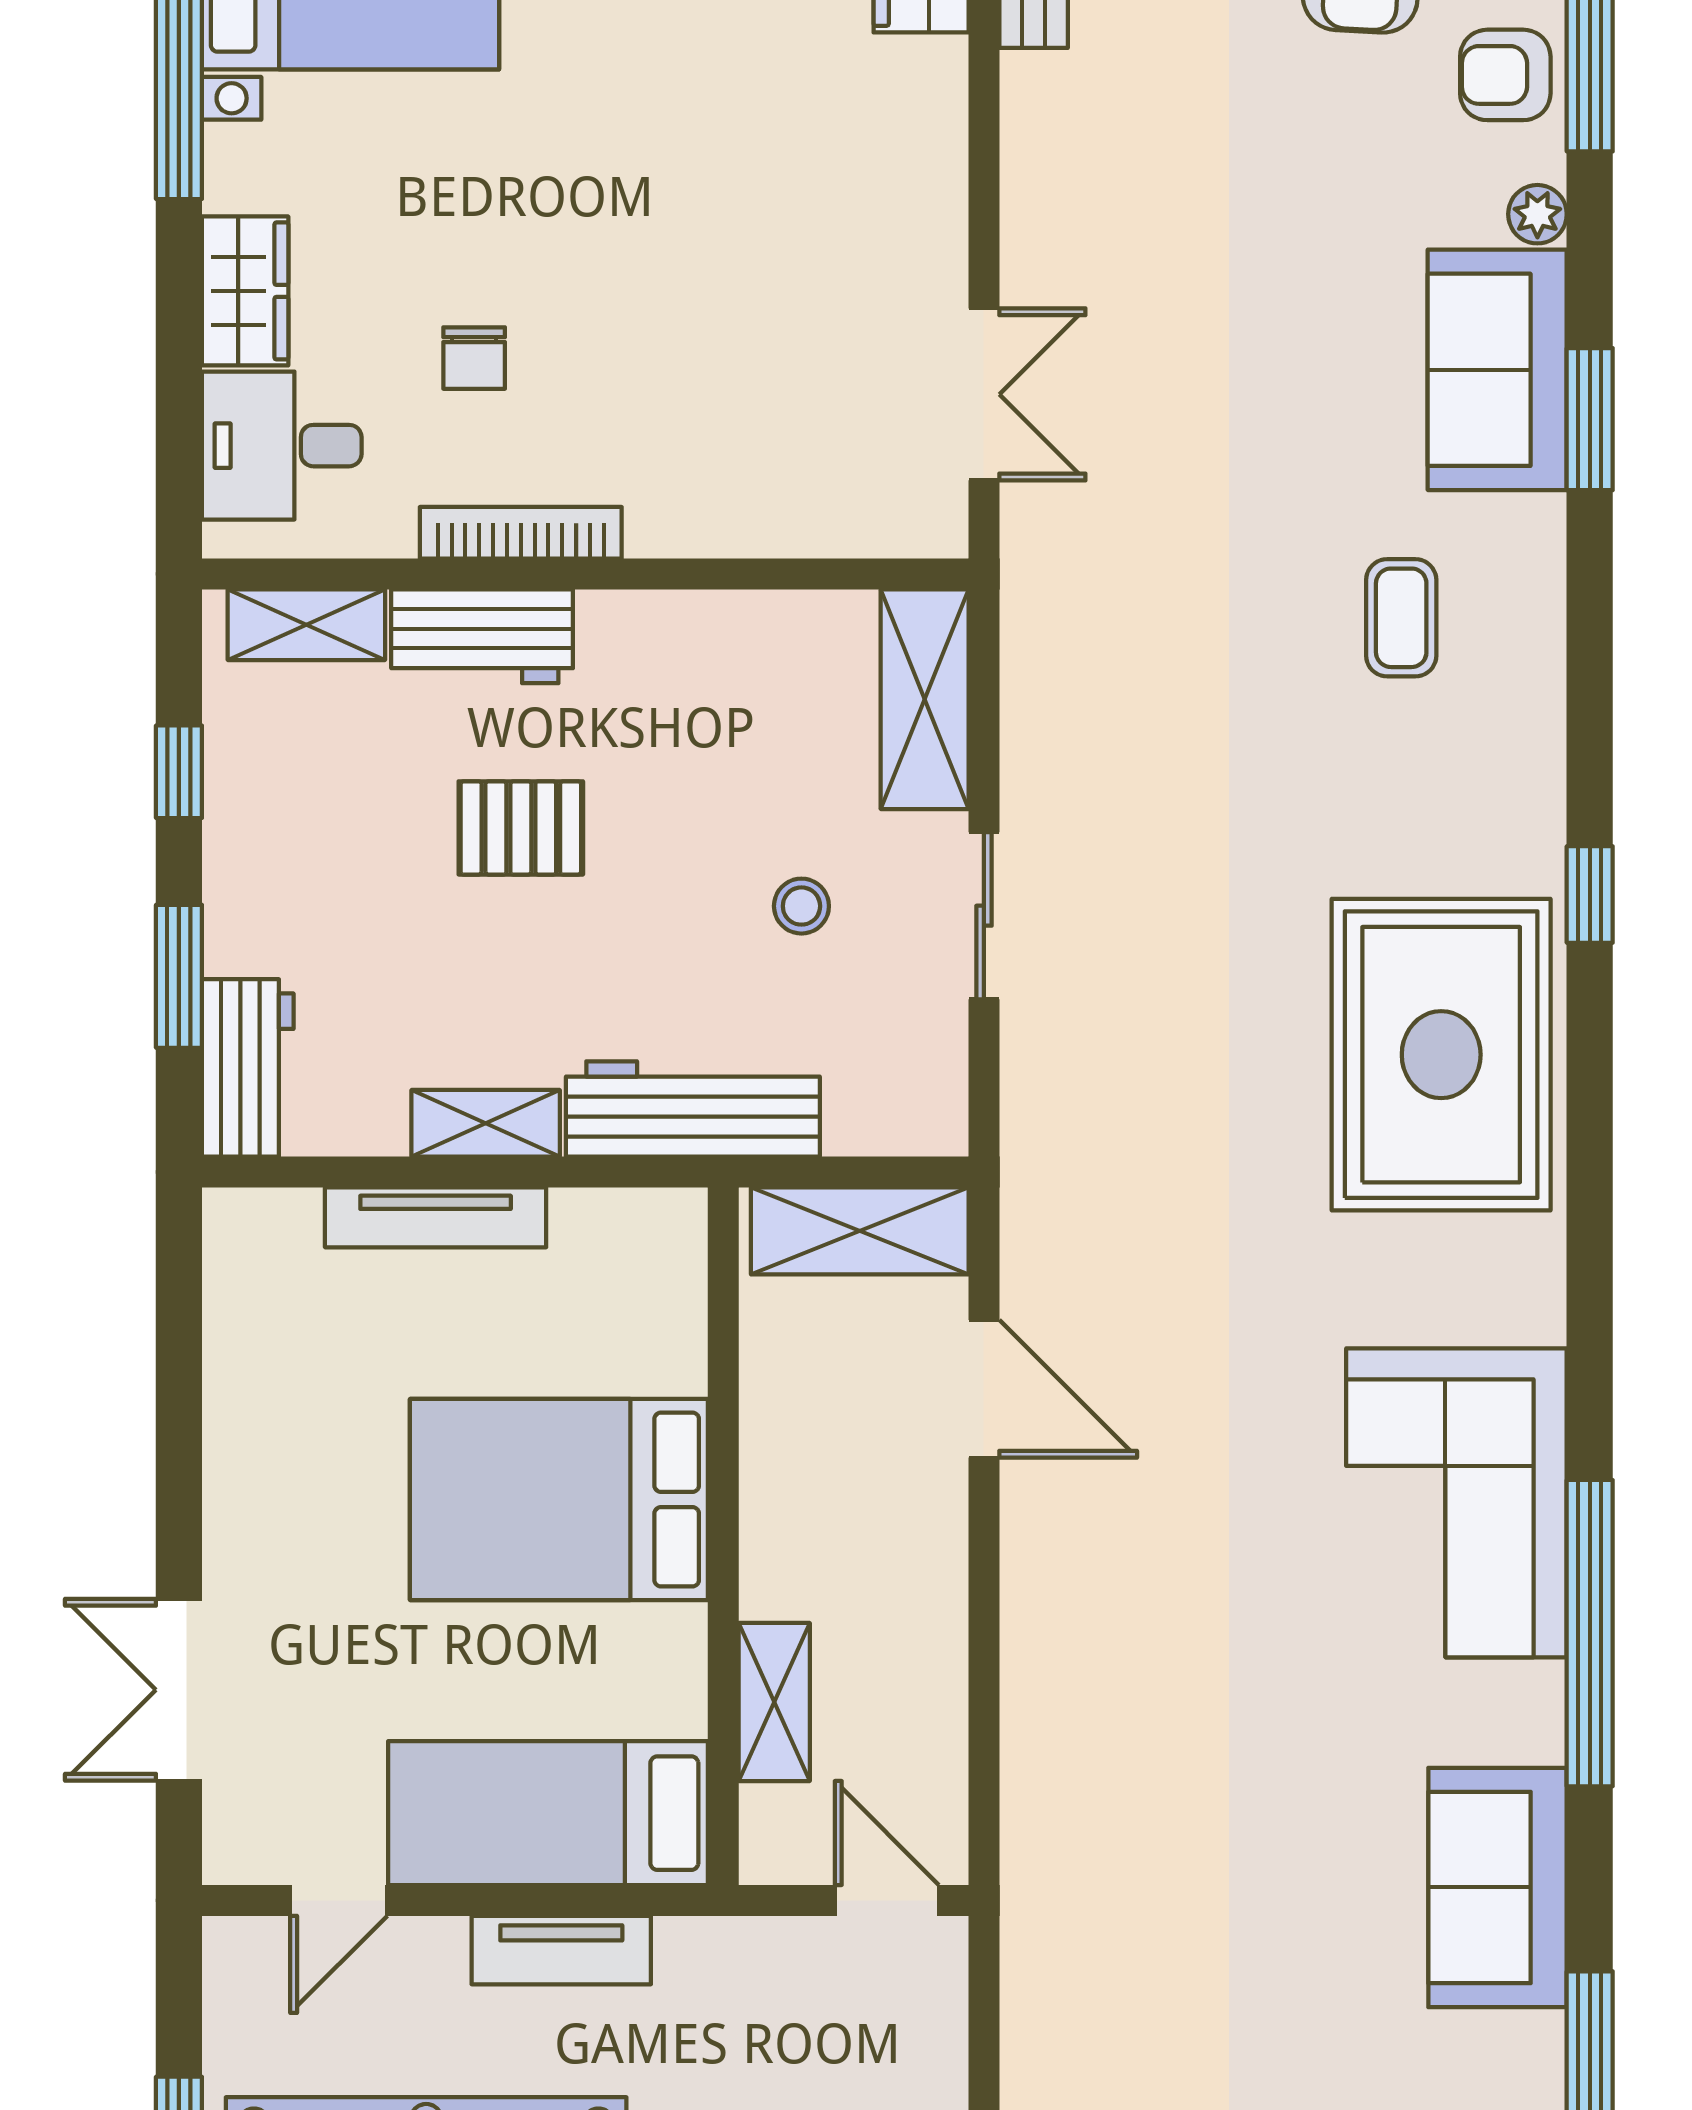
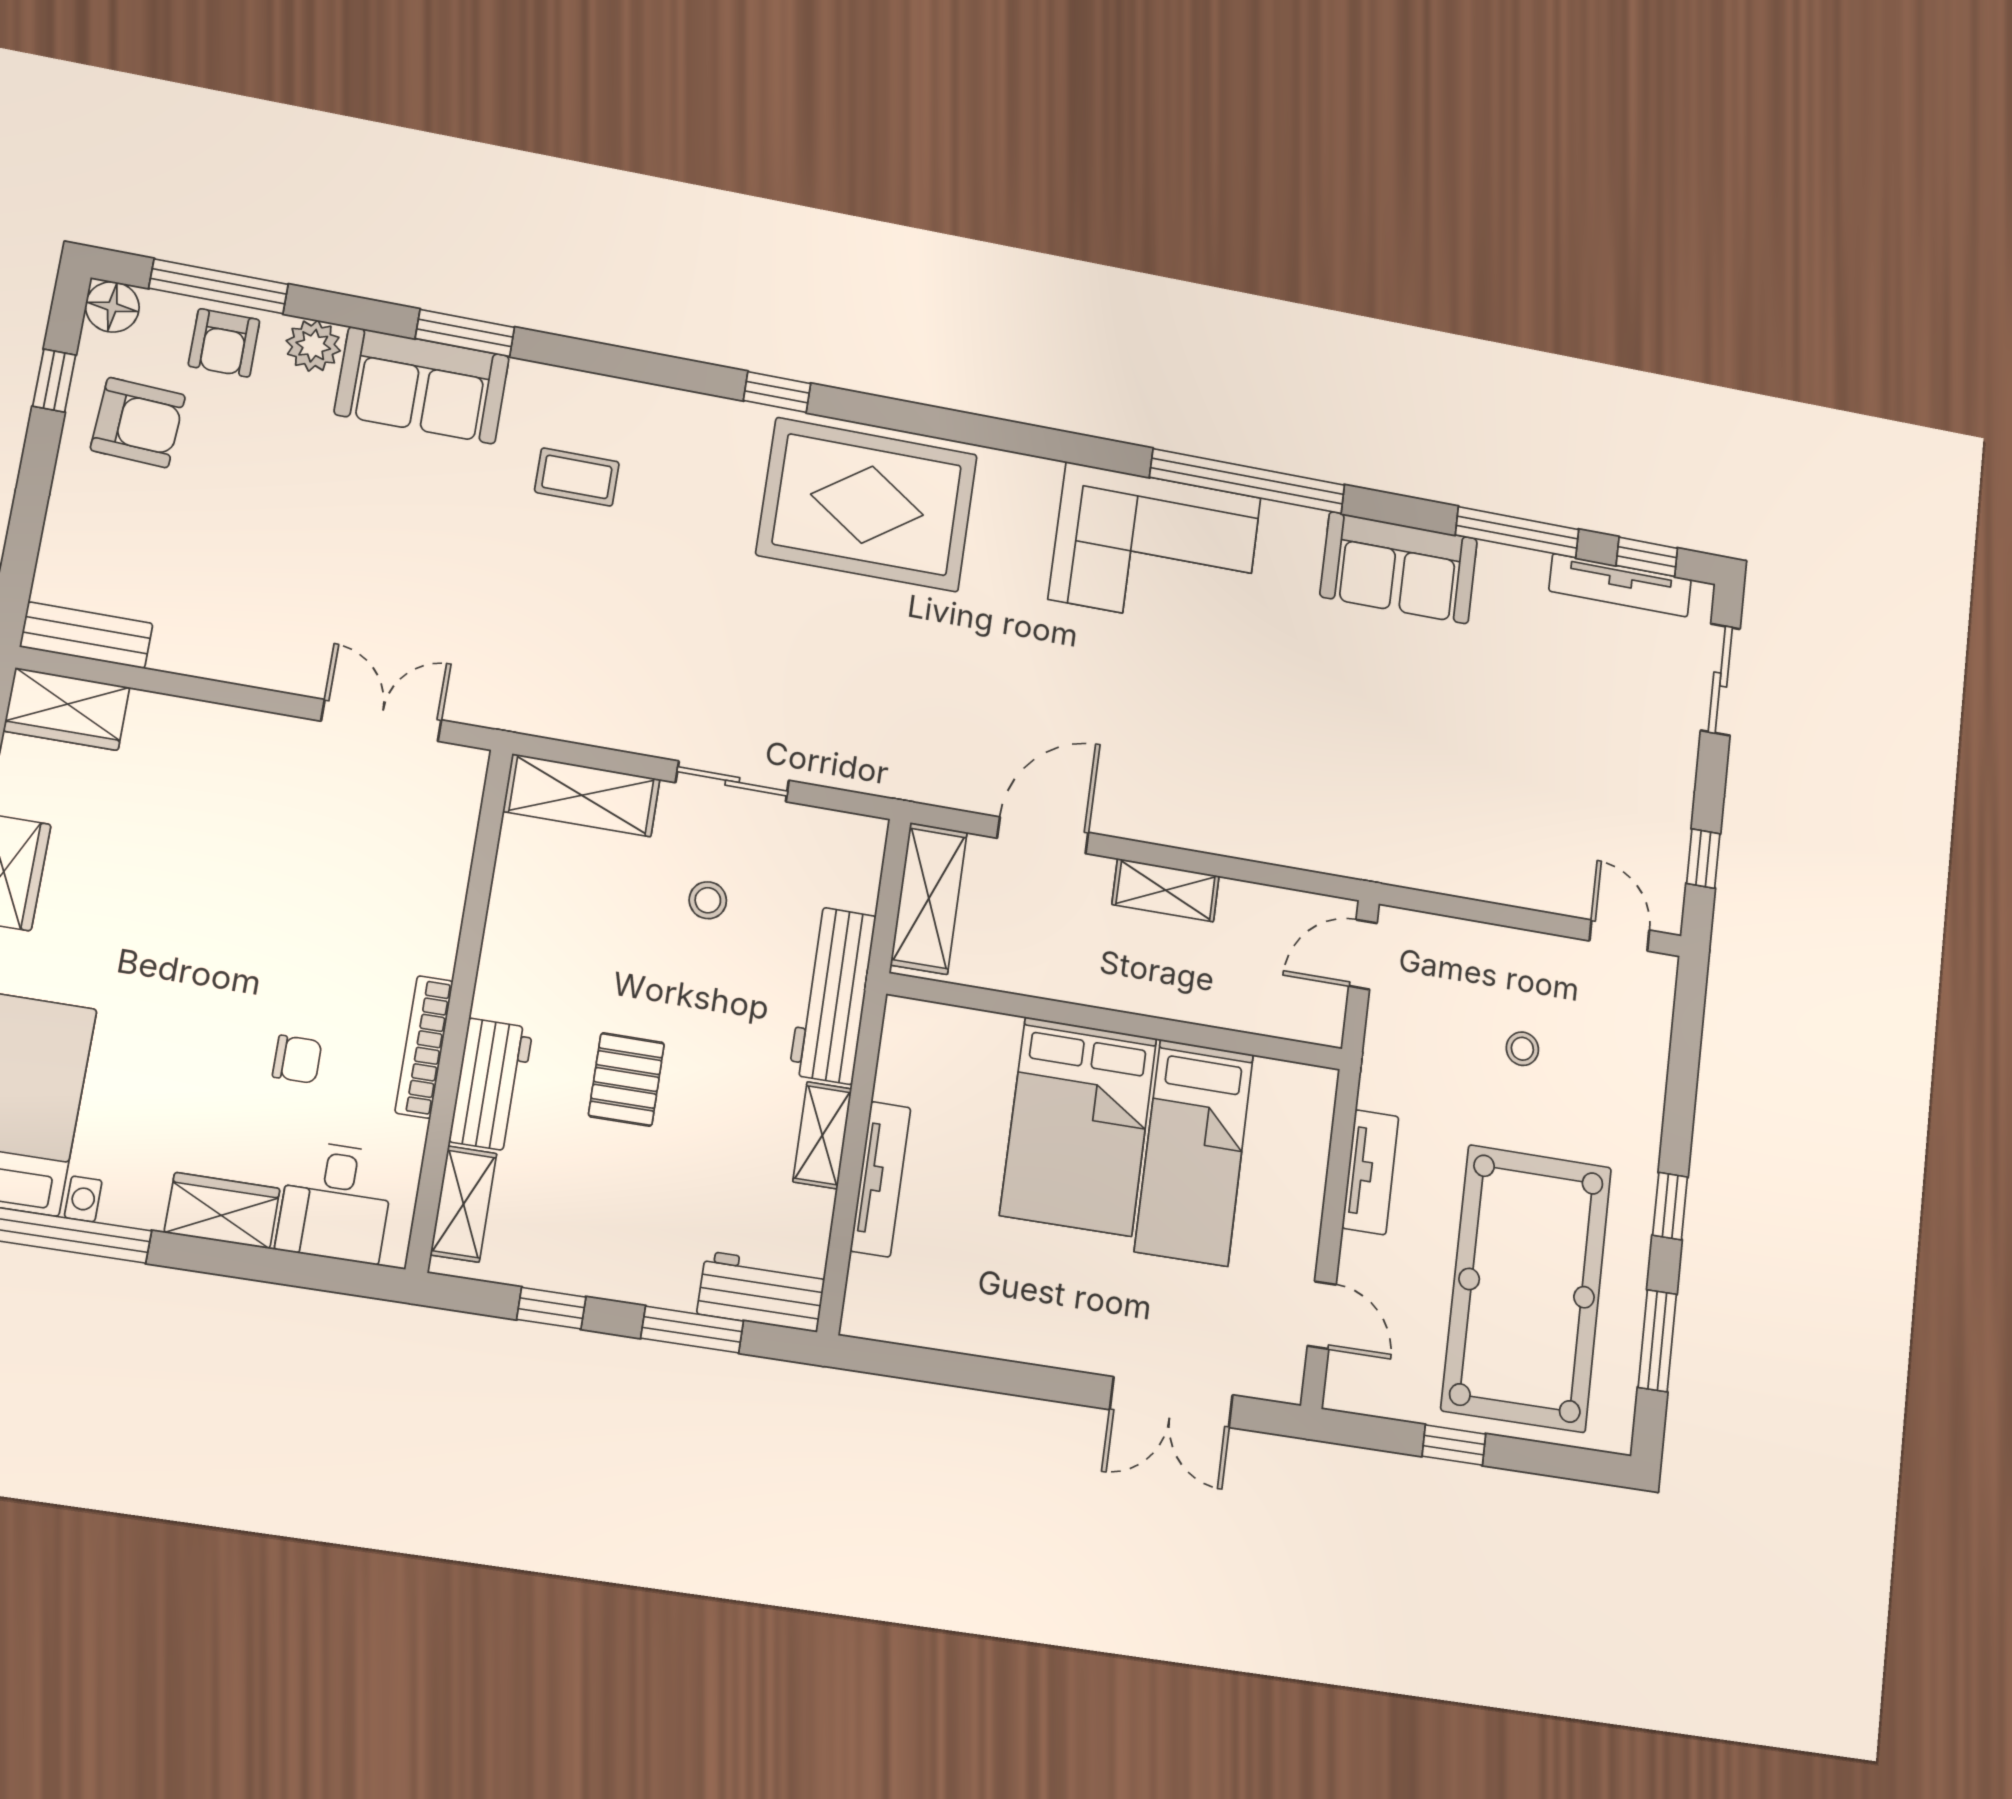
plant: (1537, 214) -> (313, 346), width x1.38, depth x1.38
shelving: (774, 1702) -> (1166, 890), moved
bed: (548, 1813) -> (1194, 1152), moved

